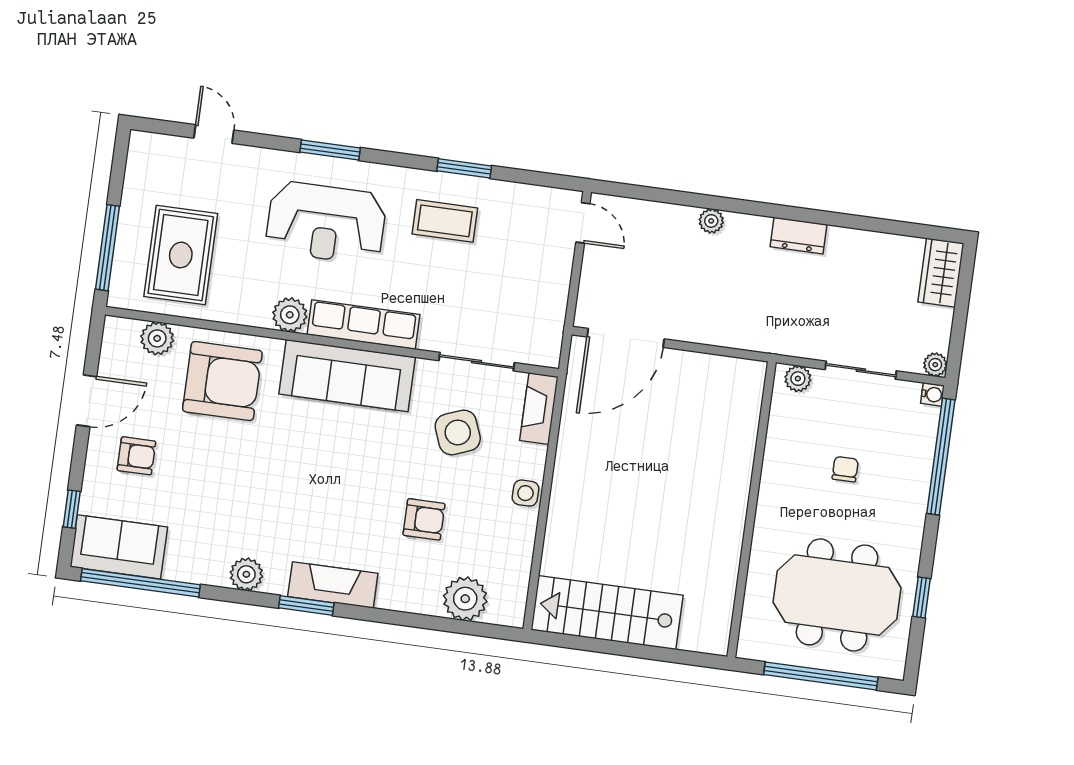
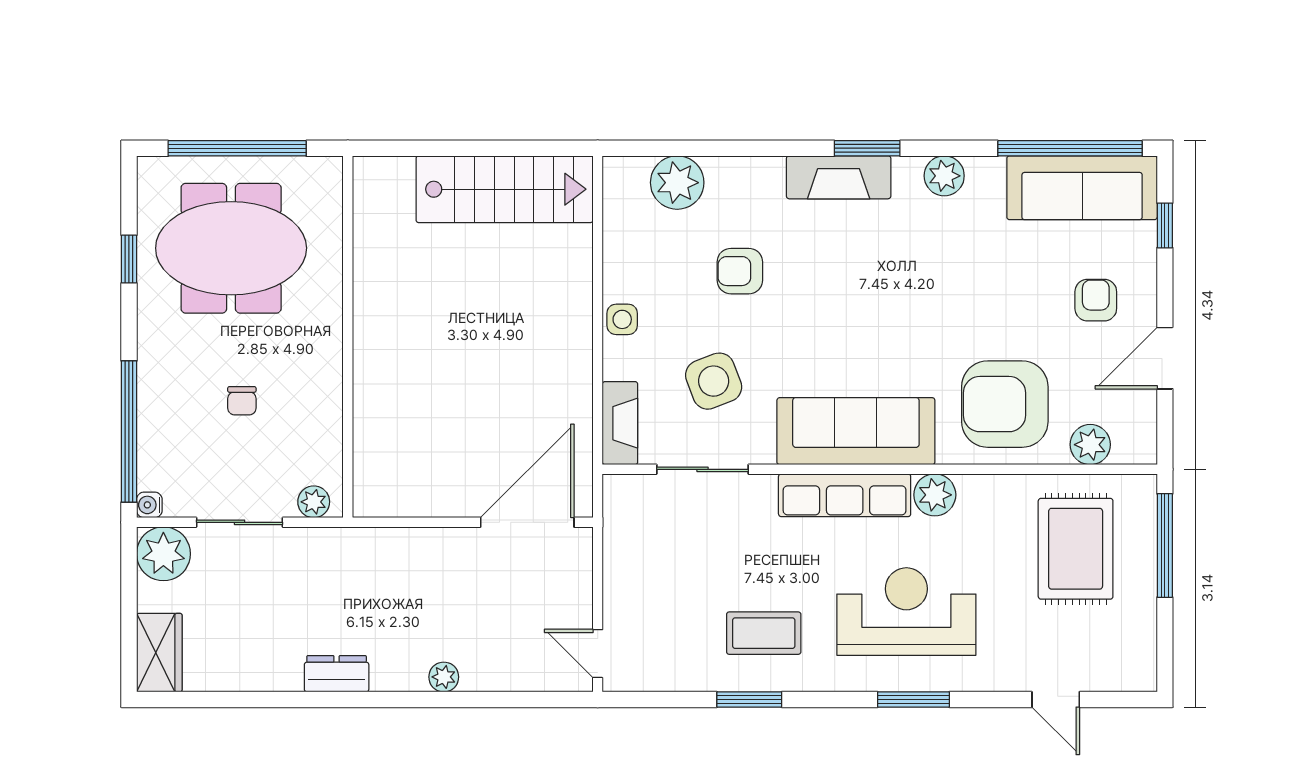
plant: (935, 365) -> (163, 554), width x1.87, depth x1.87
armchair: (136, 456) -> (1096, 300), turned 90
sofa: (119, 547) -> (1082, 188), width x1.36

